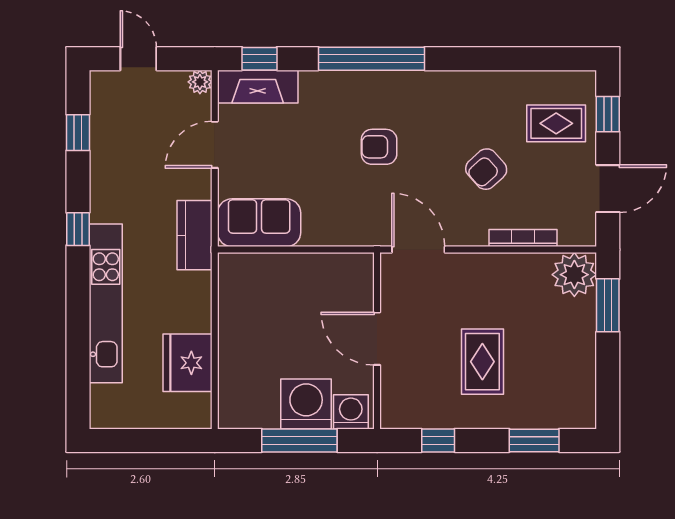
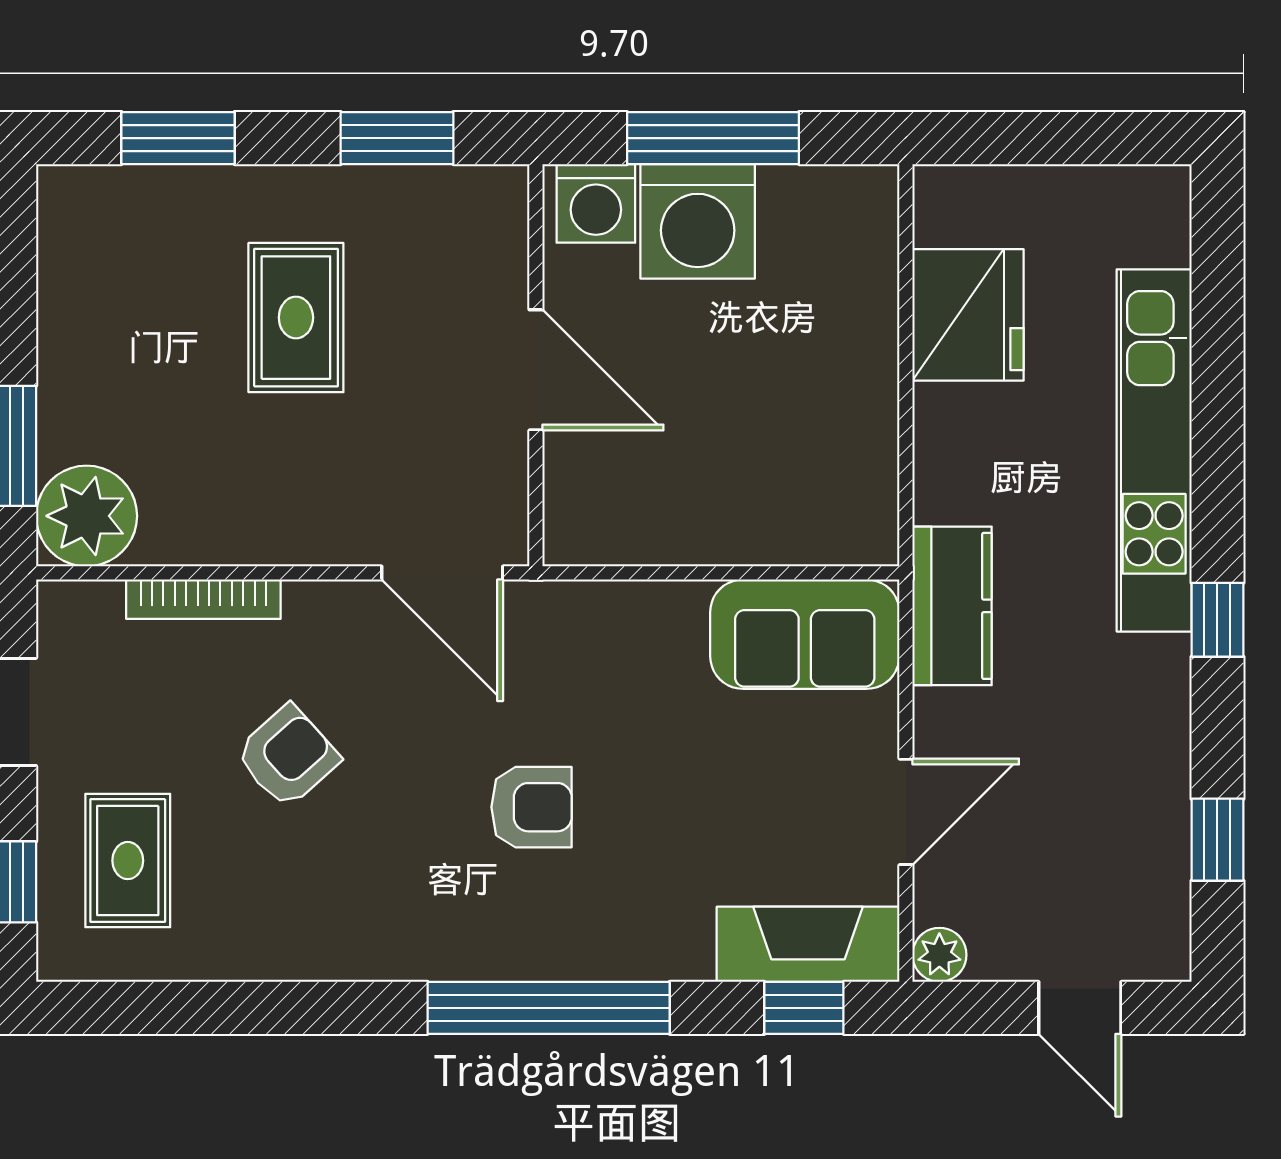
rug: (556, 123) -> (128, 861), turned 90
window: (438, 440) -> (397, 138), width x1.50

